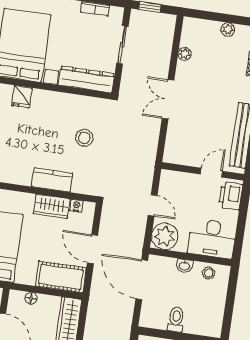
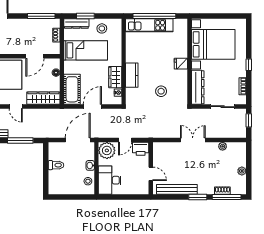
fridge: (22, 97) -> (181, 64), moved
printer: (230, 196) -> (141, 149), moved, turned 180

